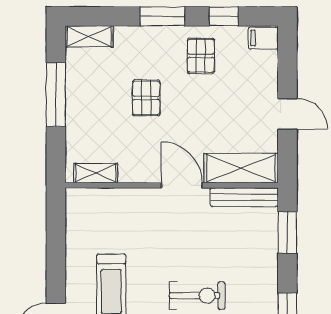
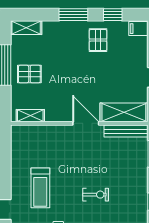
pallet: (146, 98) -> (29, 74), moved, turned 90
exercise bike: (197, 296) -> (96, 195), width x0.73, depth x0.72

